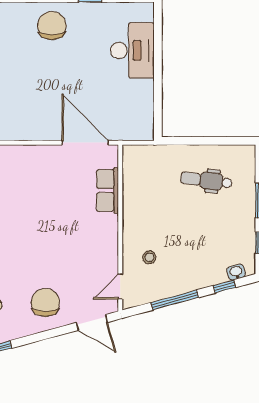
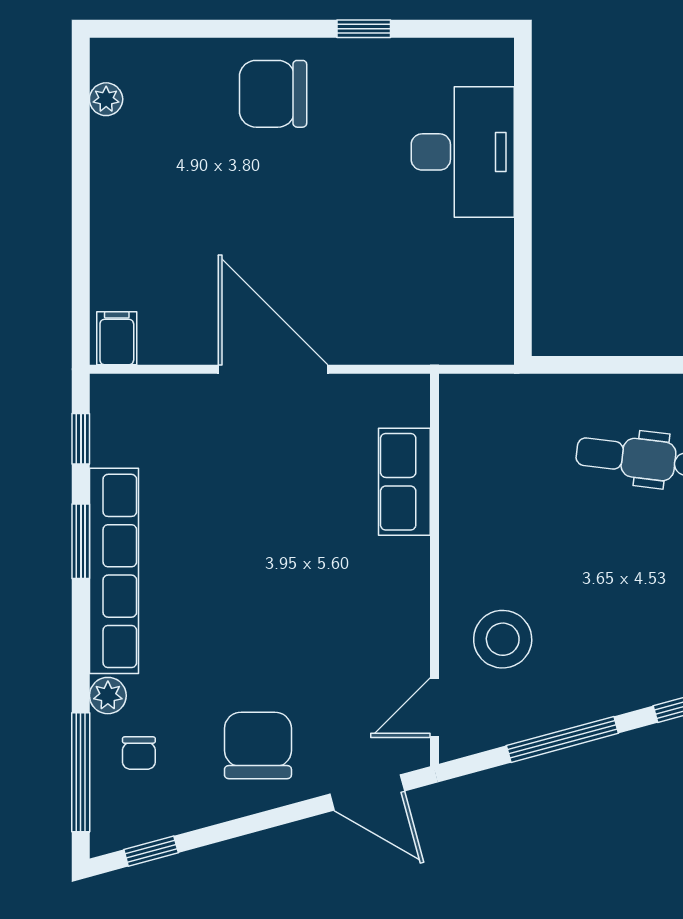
chair: (52, 26) -> (273, 94), turned -90
door: (85, 143) -> (273, 369), moved
stool: (149, 257) -> (503, 639), width x1.89, depth x1.89

